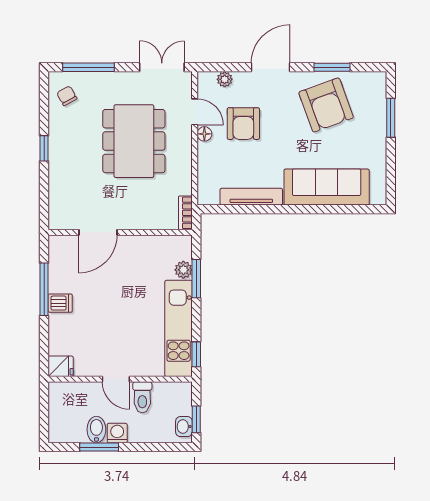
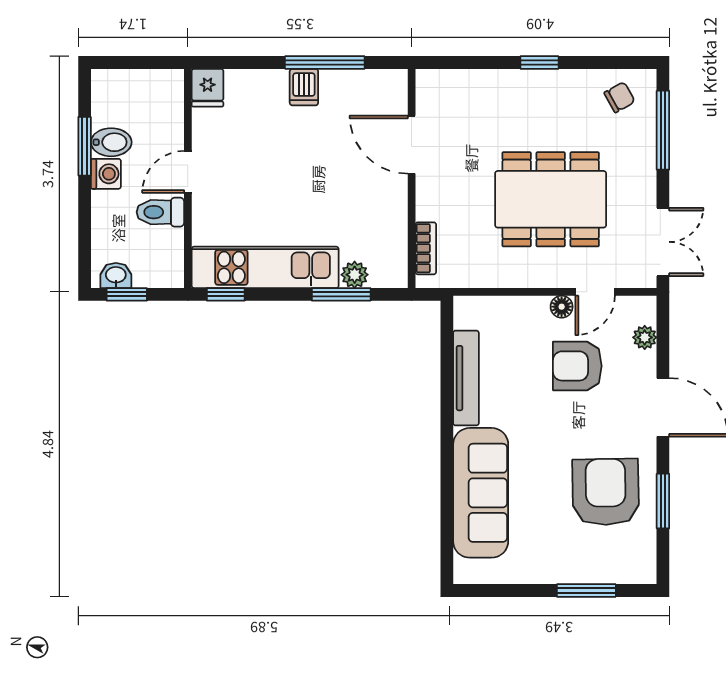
armchair: (326, 105) -> (606, 492), turned 109
bookcase: (185, 213) -> (426, 248), moved, turned 90

